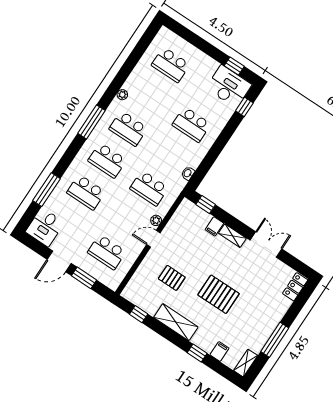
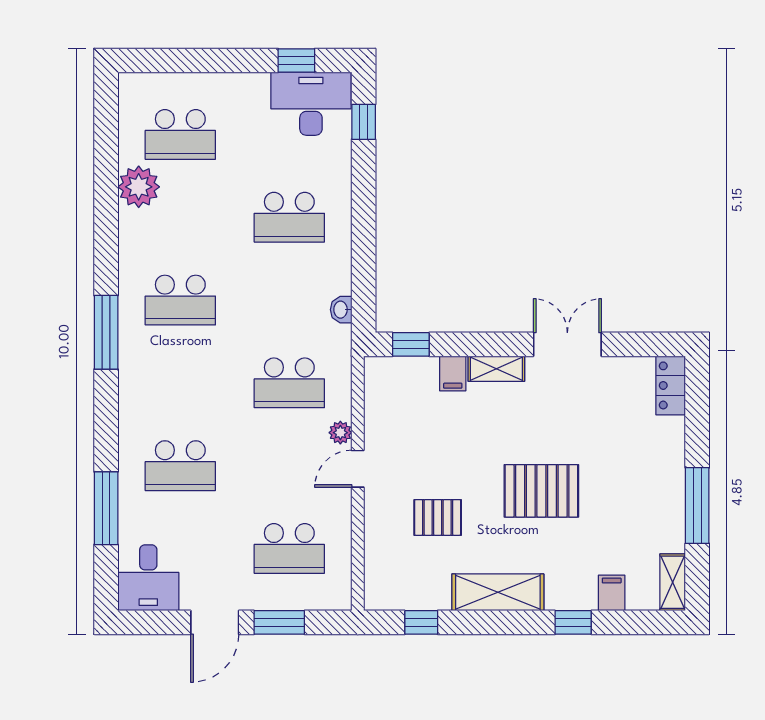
plant: (122, 95) -> (139, 187), moved, width x1.87, depth x1.87
school desk: (107, 160) -> (180, 383), removed

